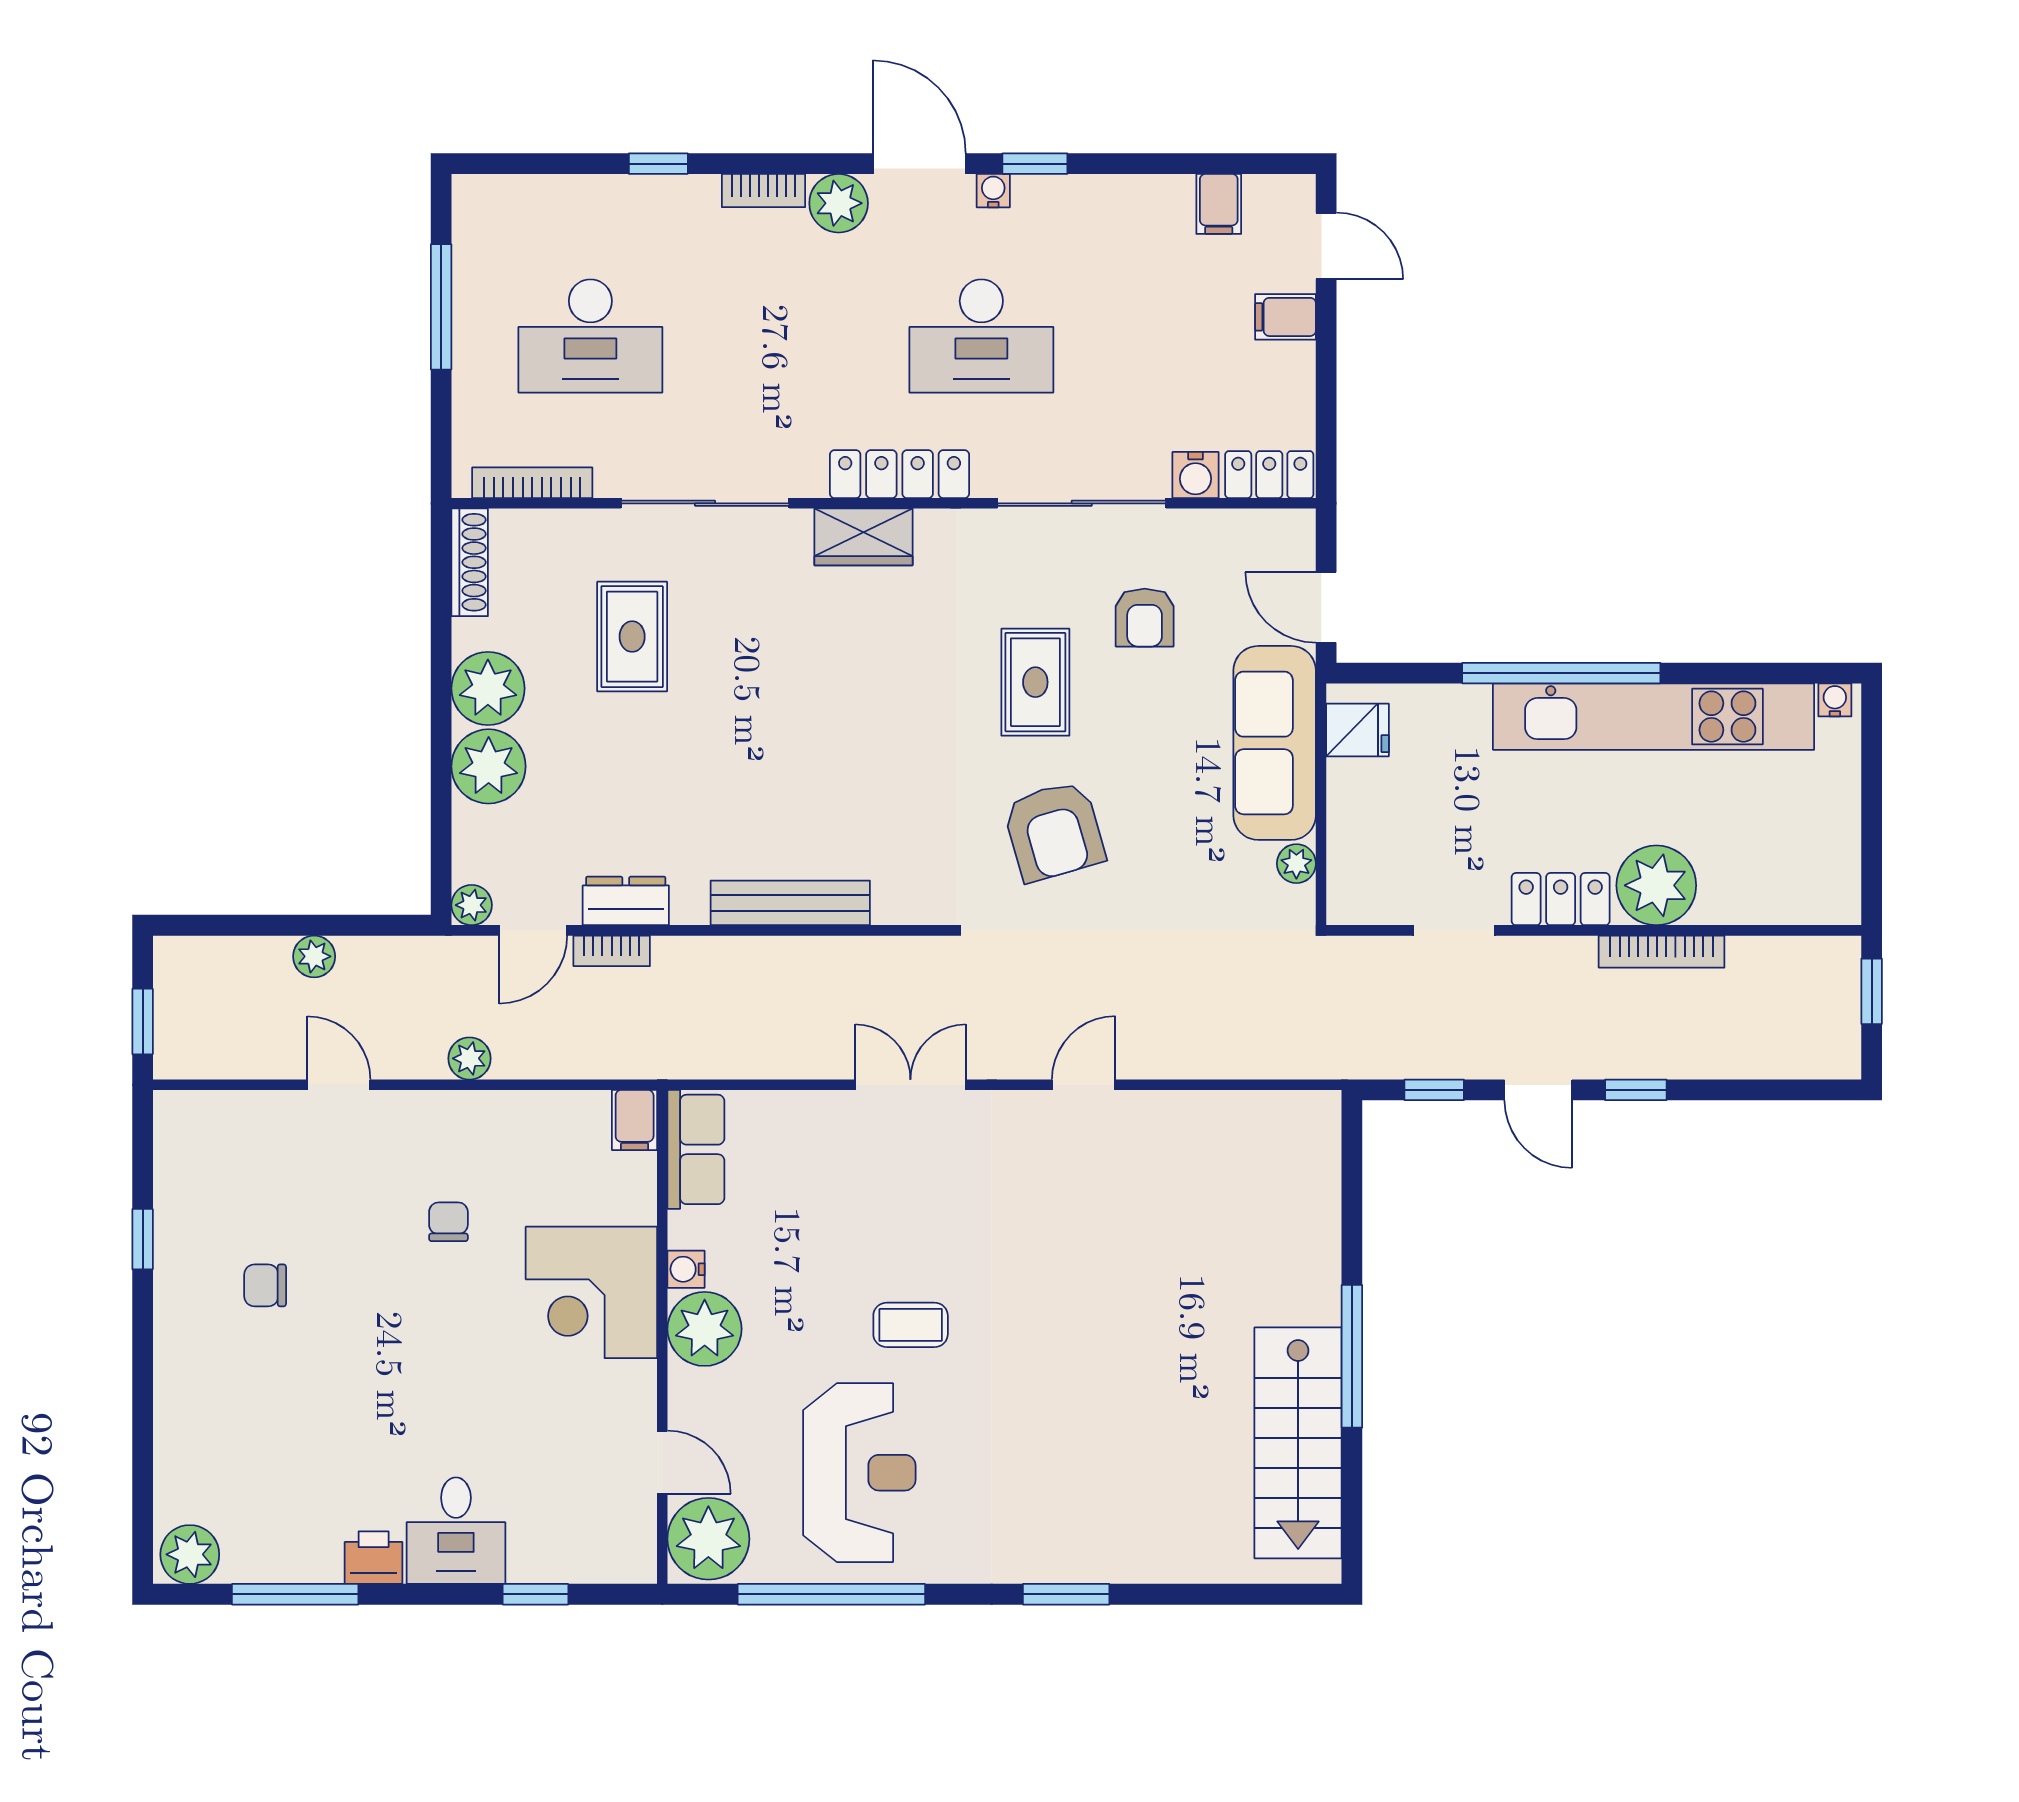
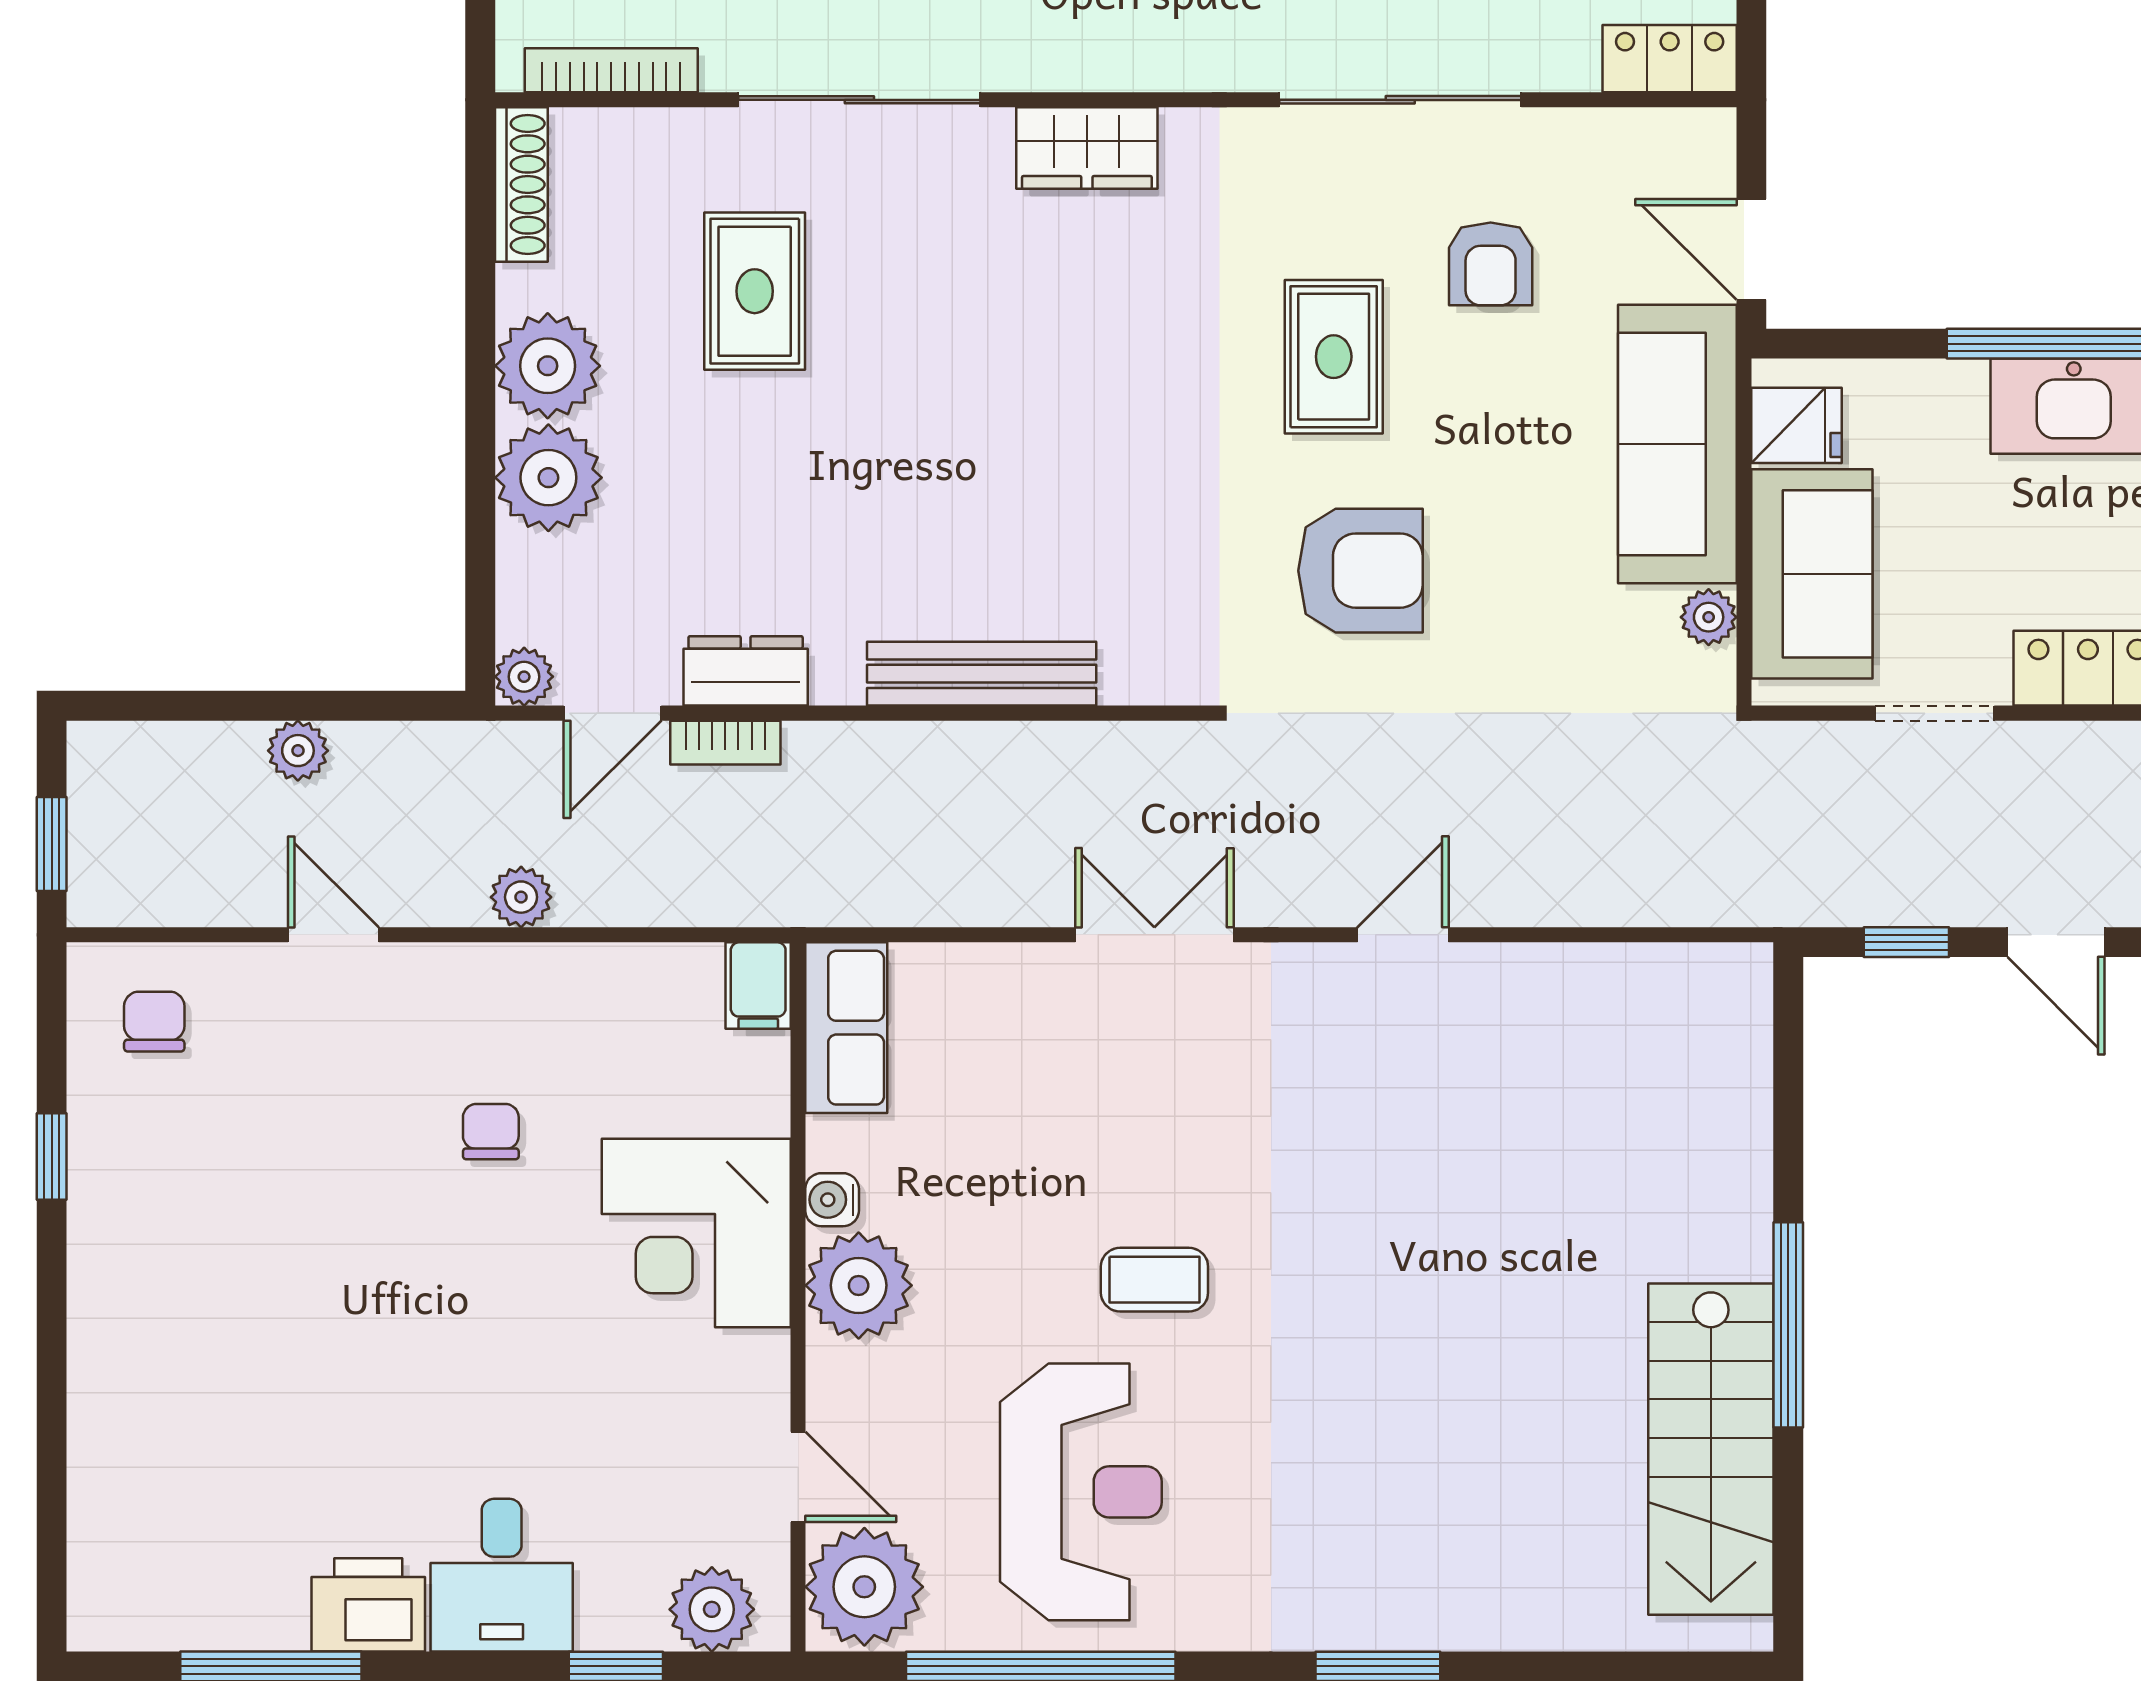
locker: (900, 474) -> (1139, 58), removed
water cooler: (1196, 475) -> (1564, 59), removed
armchair: (1054, 831) -> (1360, 571), turned -74
sofa: (1368, 833) -> (1812, 574), added
chair: (265, 1285) -> (154, 1022), moved, turned 90
plant: (190, 1554) -> (712, 1609), moved
printer: (374, 1558) -> (368, 1605), width x1.36, depth x1.24

